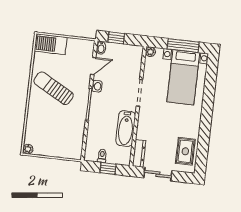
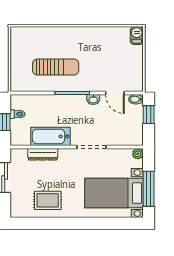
barbecue: (51, 44) -> (137, 36), width x0.53, depth x0.65
sun lounger: (54, 88) -> (56, 67), moved, turned 61
plant: (28, 149) -> (16, 32), removed
rug: (185, 151) -> (48, 200), moved
dresser: (139, 153) -> (43, 154), moved

